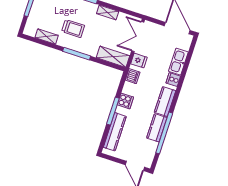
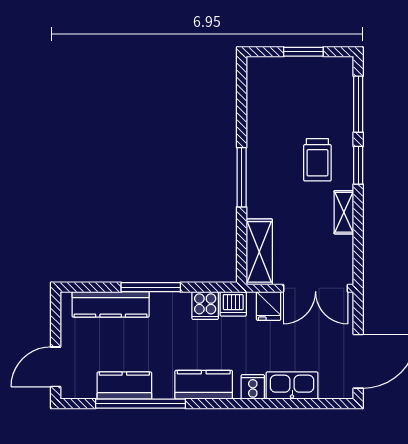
trolley: (73, 29) -> (317, 160), moved
shelving: (47, 37) -> (256, 106), removed
double door: (138, 37) -> (316, 288), swing flipped
cooker: (125, 101) -> (205, 306), moved
kitchen counter: (157, 128) -> (124, 386), moved

